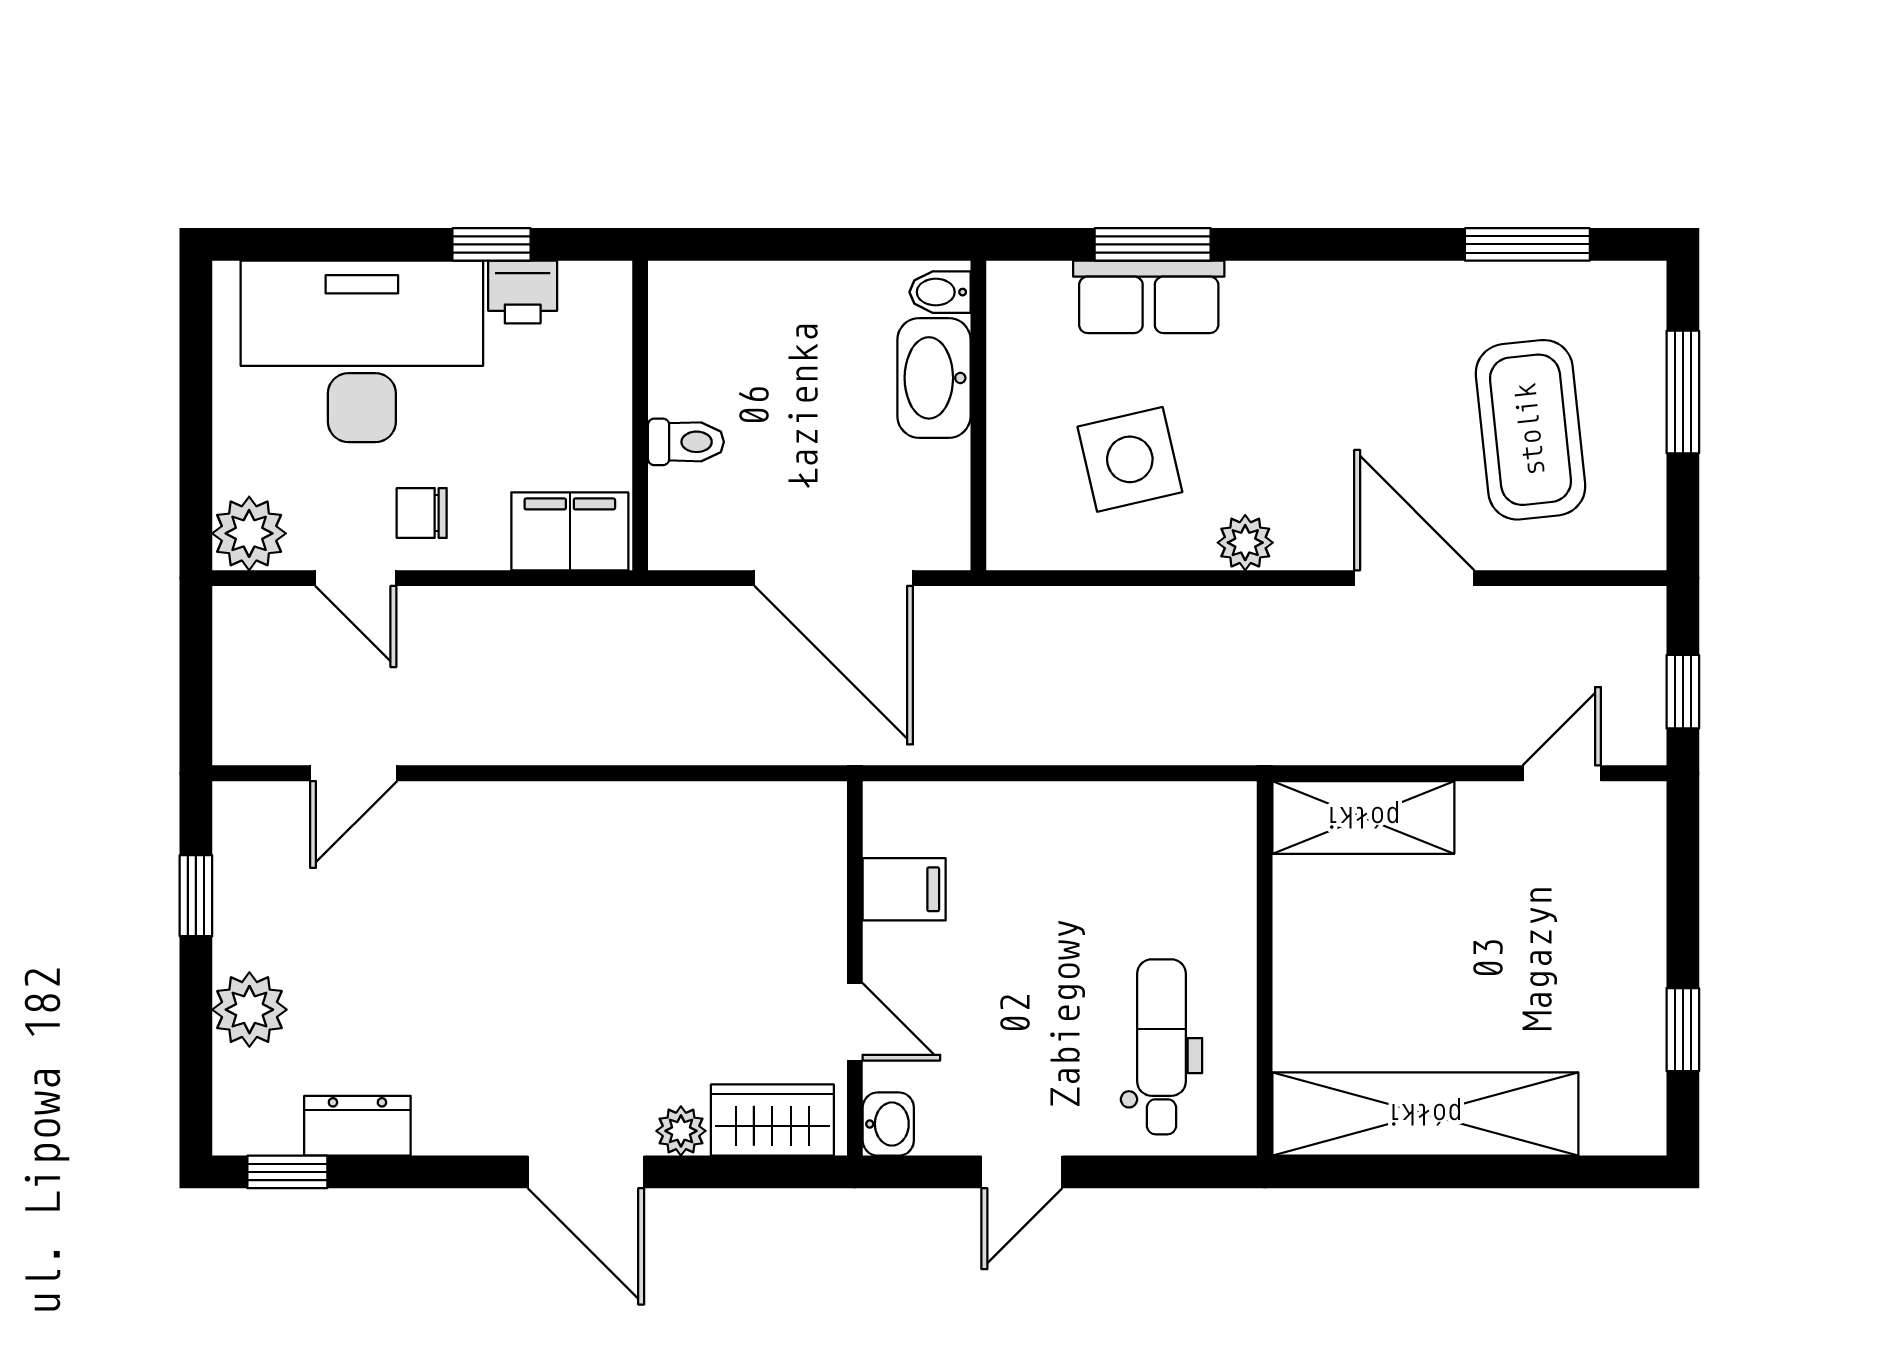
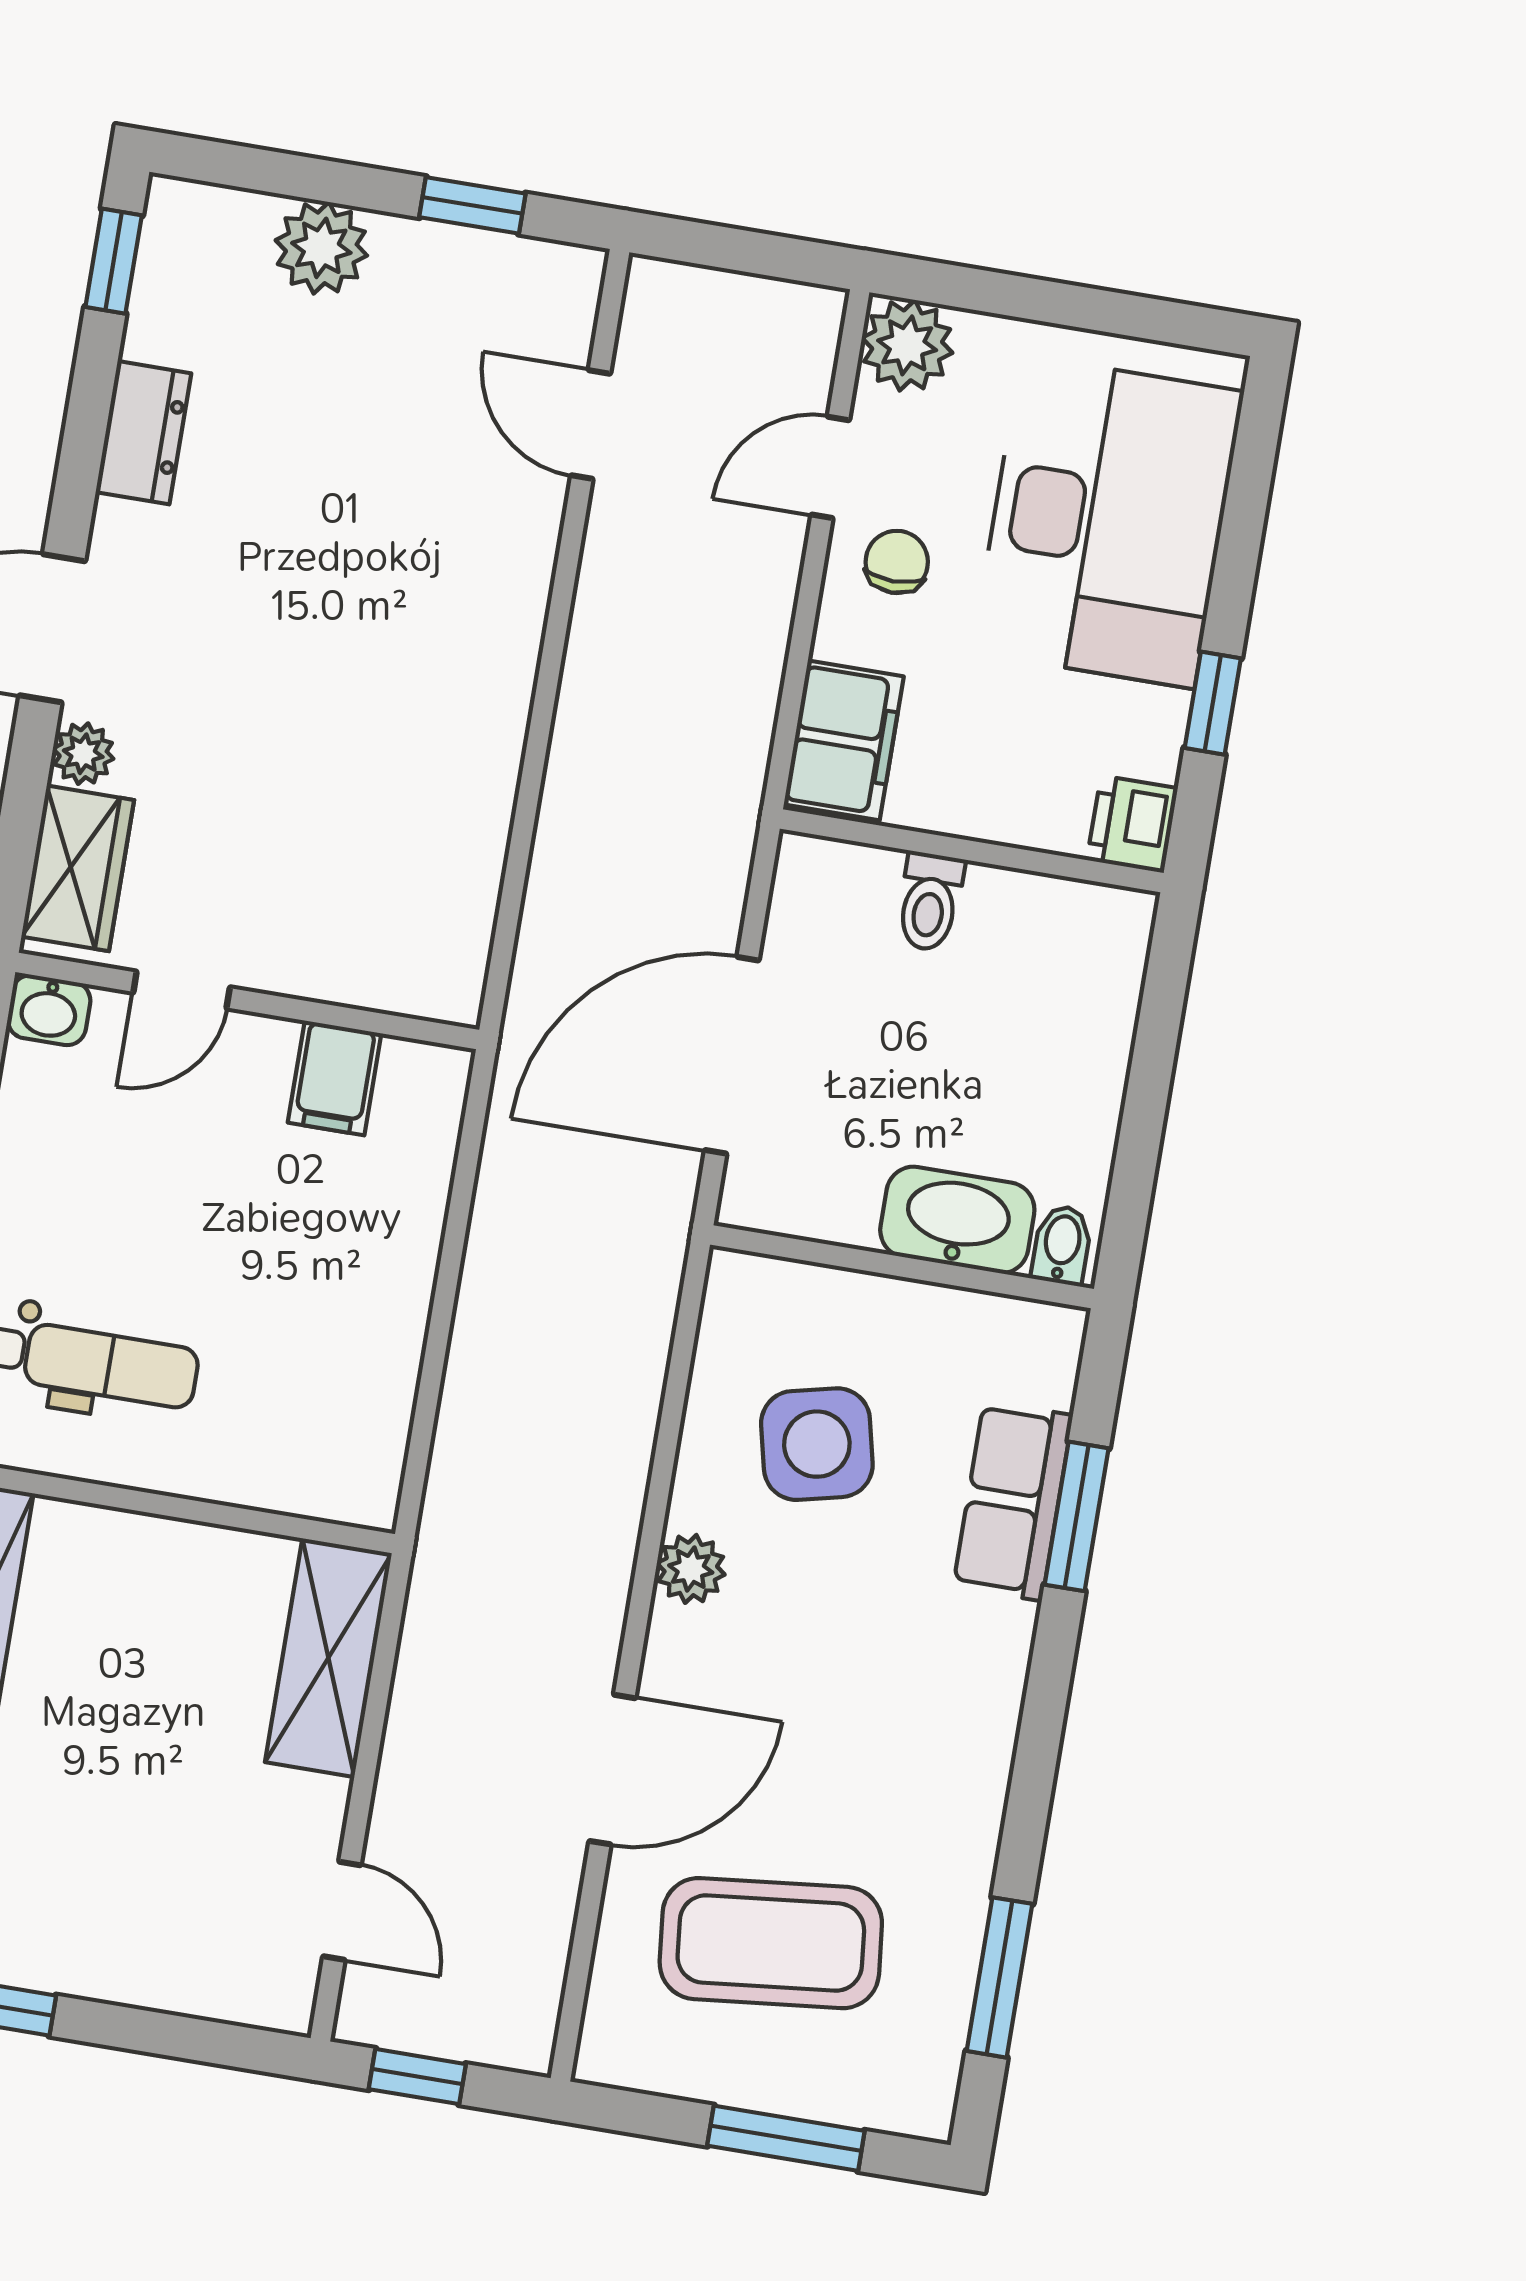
printer: (523, 292) -> (1132, 824), moved
dresser: (357, 1126) -> (143, 433), moved

